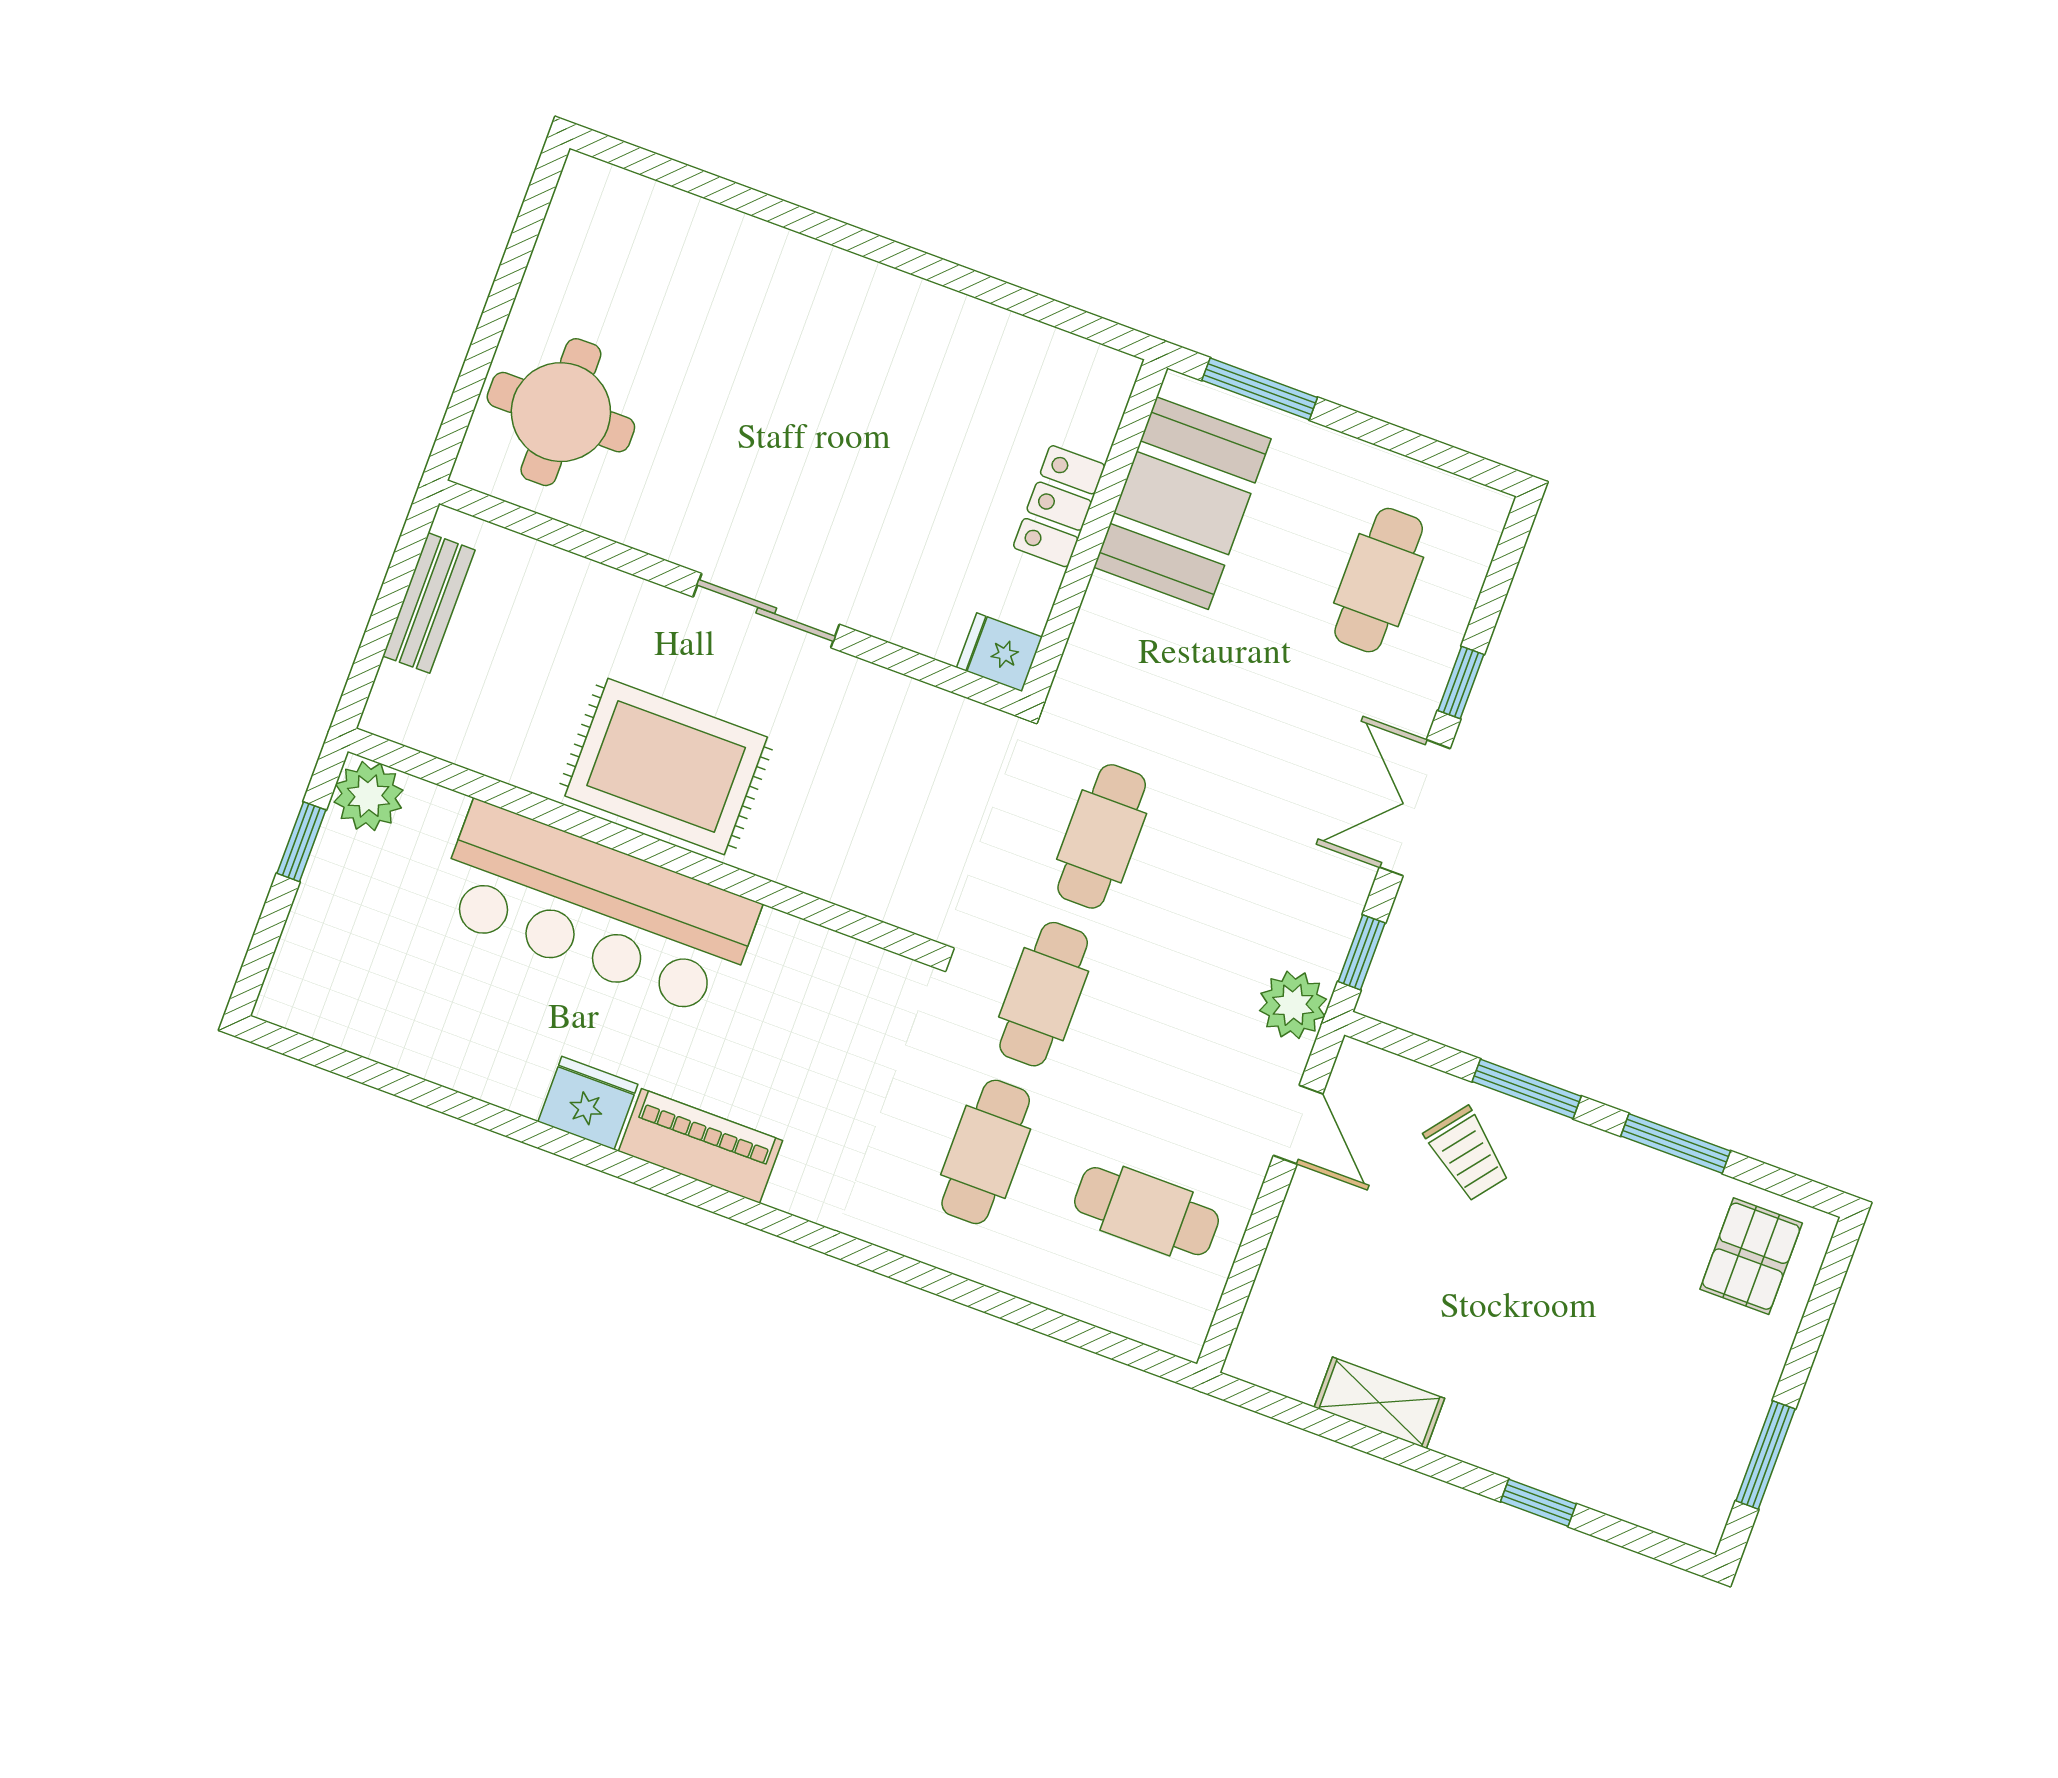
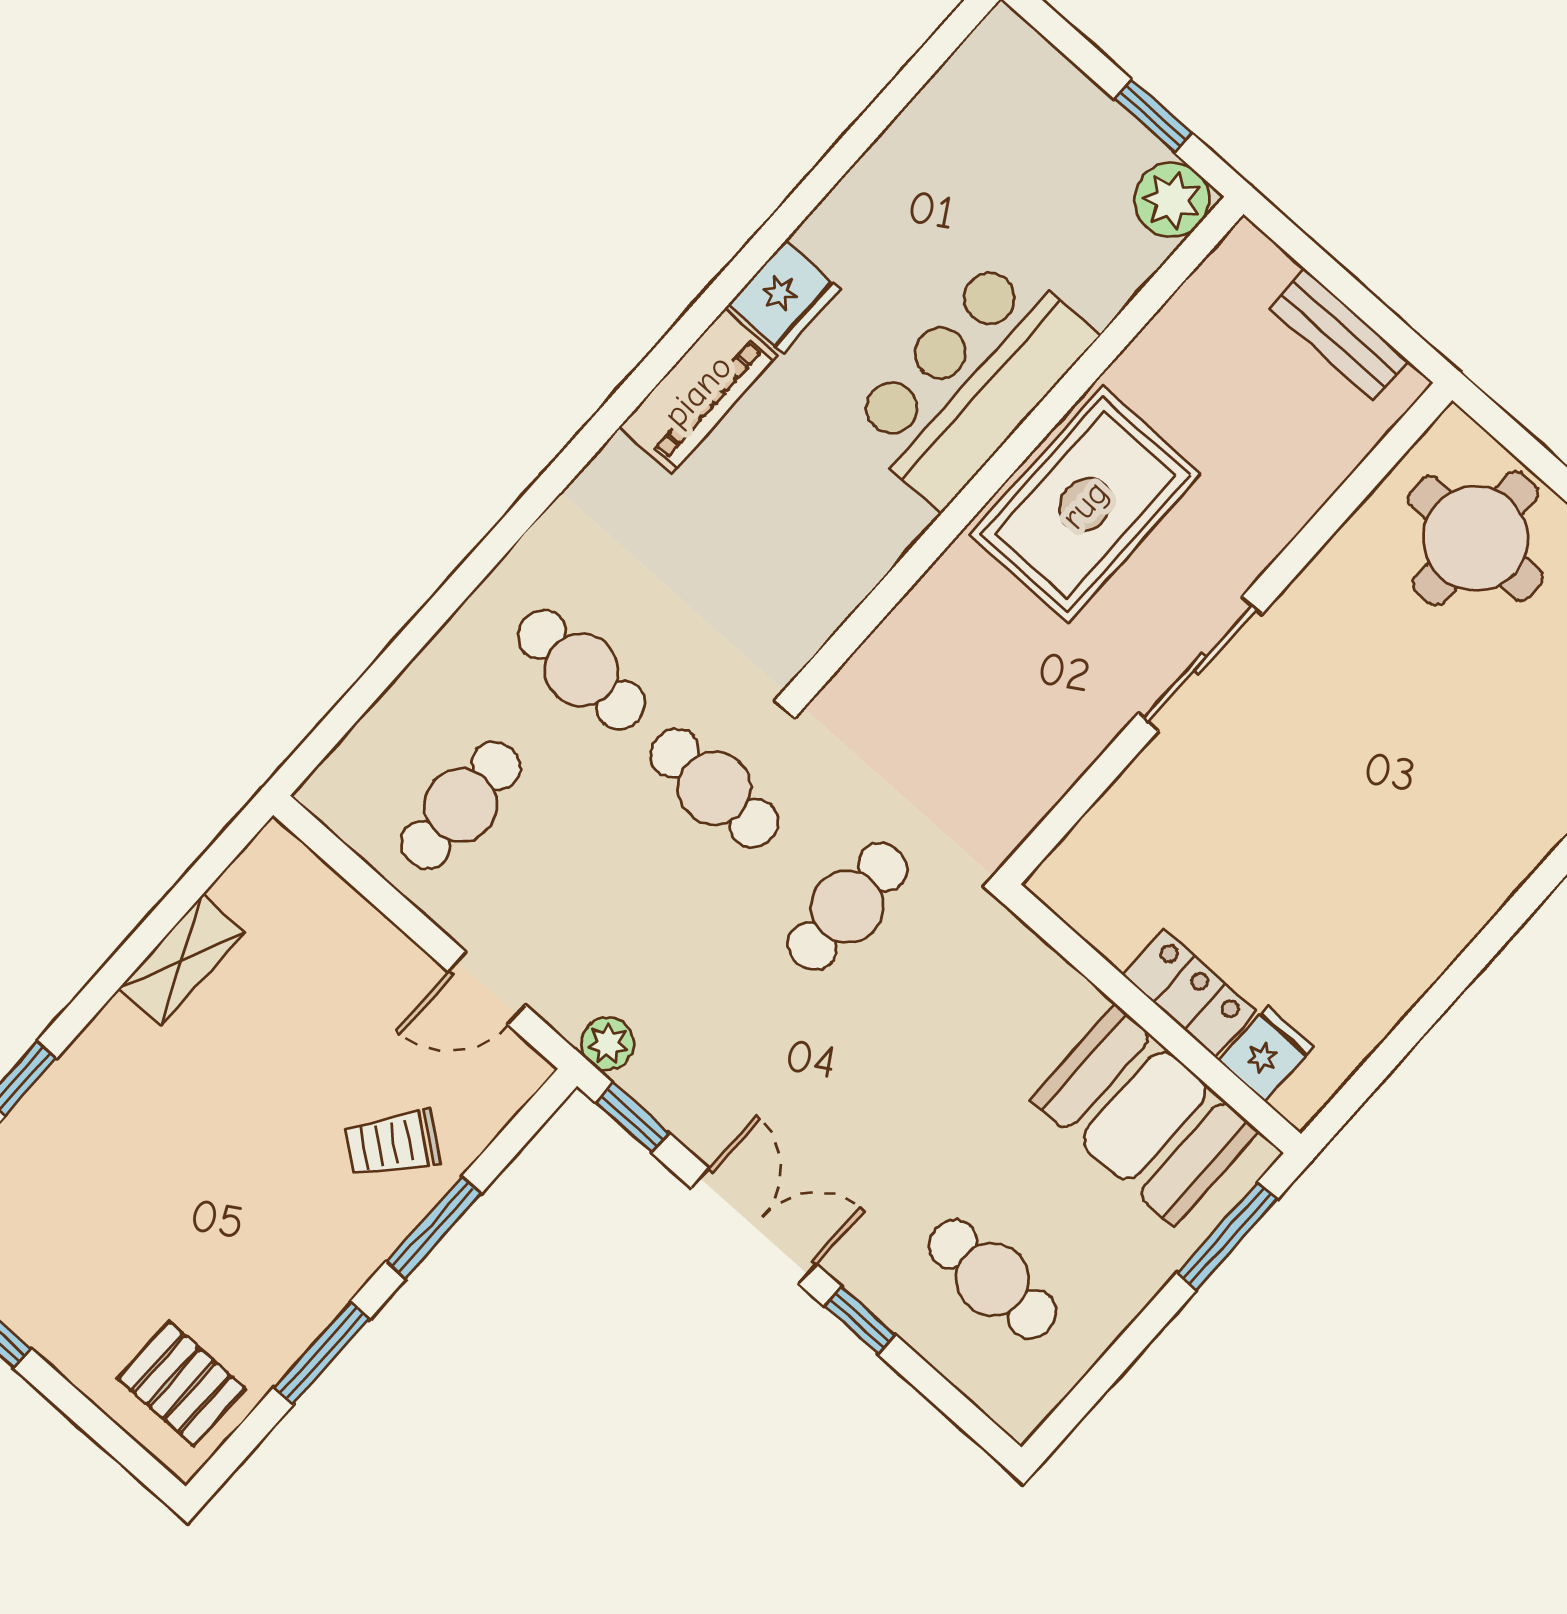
fridge: (999, 652) -> (1266, 1054), moved
cafe table: (1102, 836) -> (847, 907), turned 90
bar counter: (597, 910) -> (971, 381), width x0.73
plant: (1293, 1005) -> (608, 1044), width x0.73, depth x0.73

